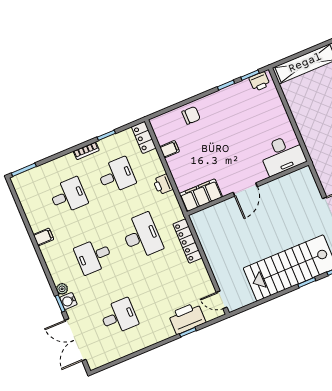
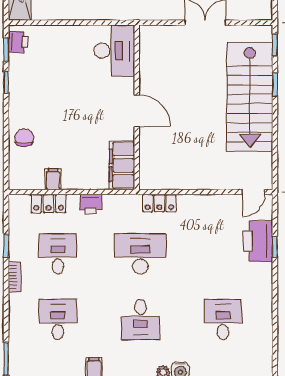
locker: (144, 137) -> (49, 204), moved
locker: (187, 241) -> (159, 203), width x0.66

